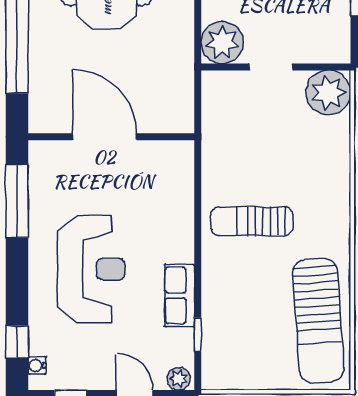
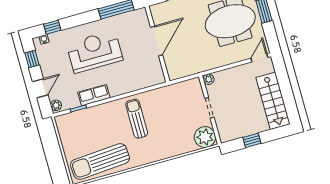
plant: (222, 42) -> (209, 79), width x0.53, depth x0.53
reception desk: (91, 269) -> (95, 52), turned 180

